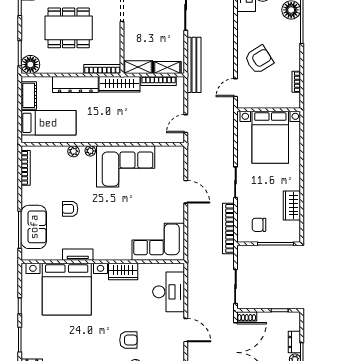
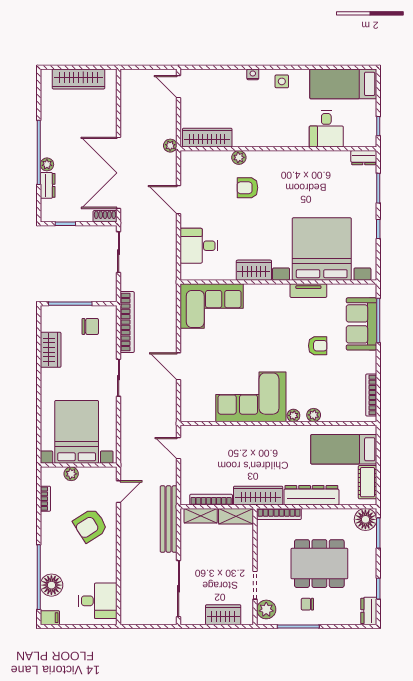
plant: (275, 102) -> (71, 474), added
door: (186, 124) -> (179, 448), swing flipped
desk: (169, 292) -> (199, 246), width x0.73

